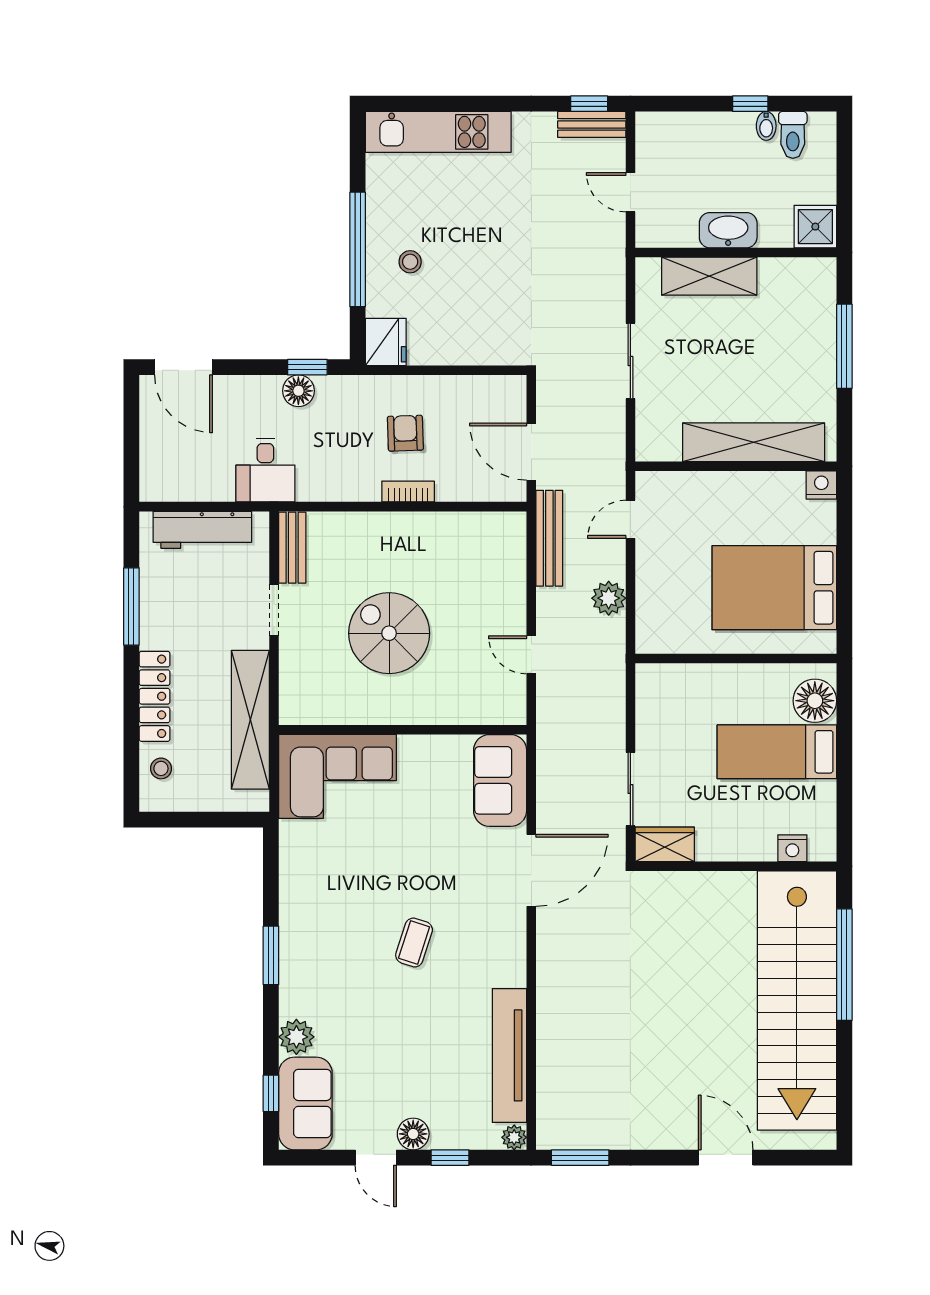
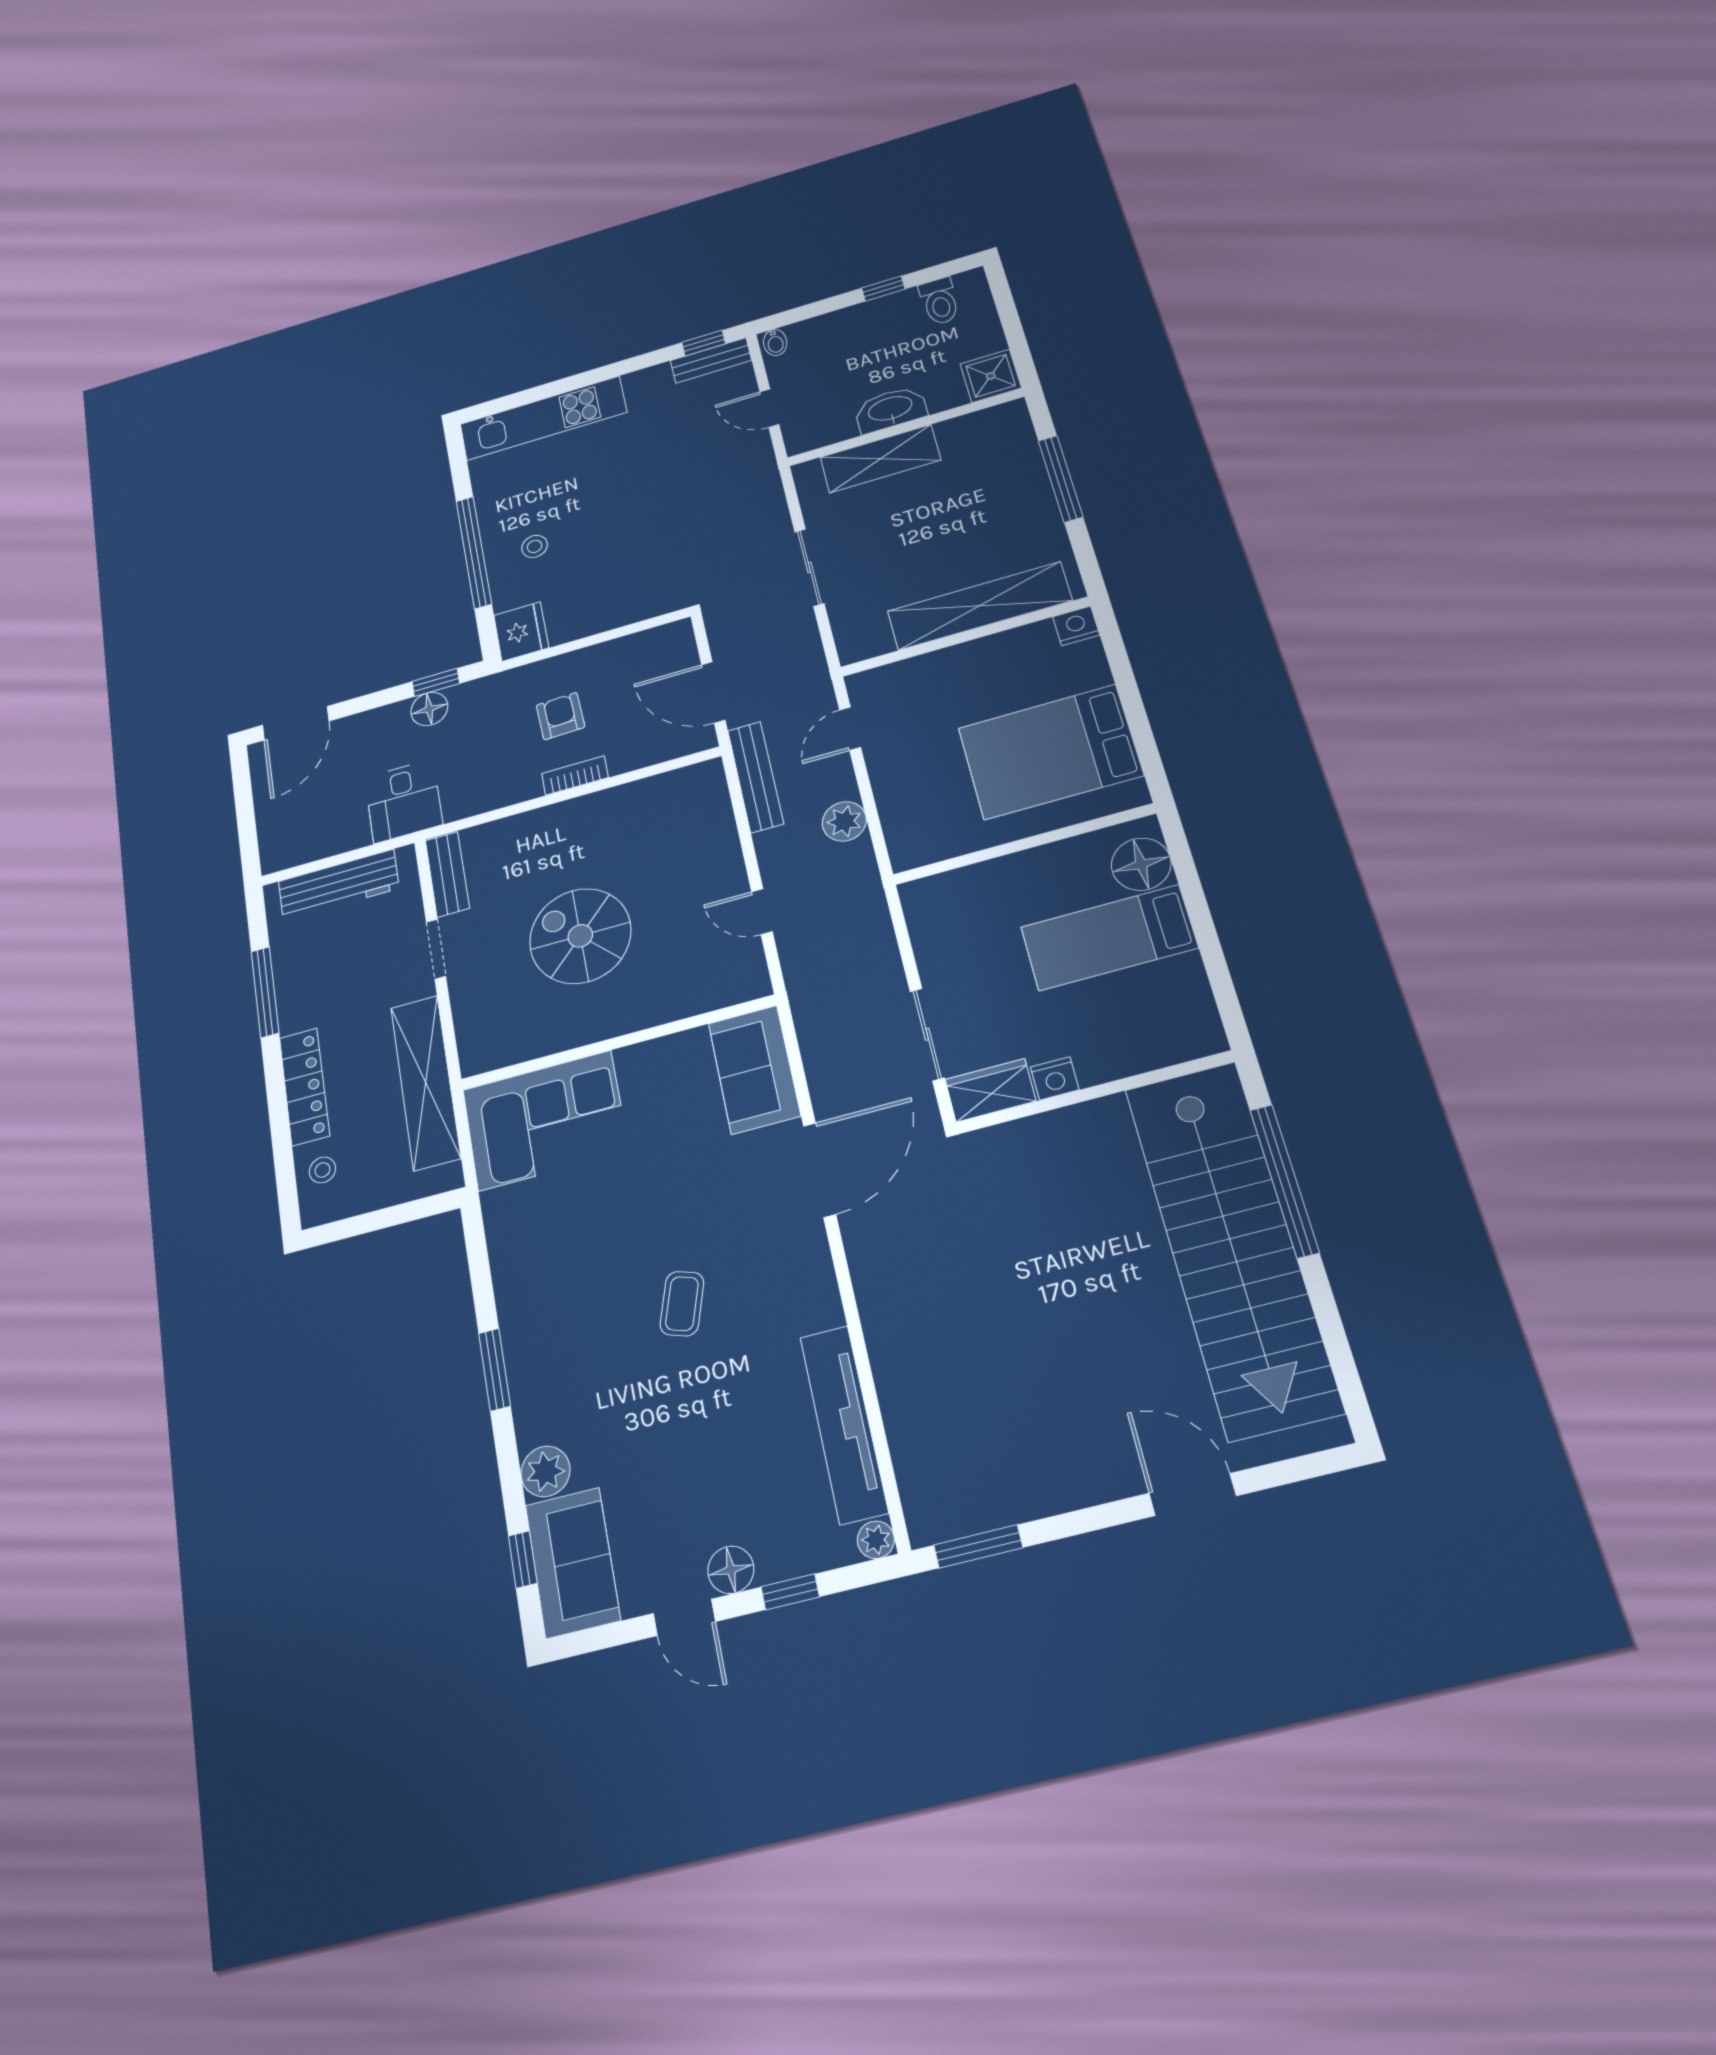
bidet: (766, 126) -> (775, 342), moved
door: (184, 367) -> (296, 723), hinge flipped
nightstand: (792, 848) -> (1055, 1078), moved

